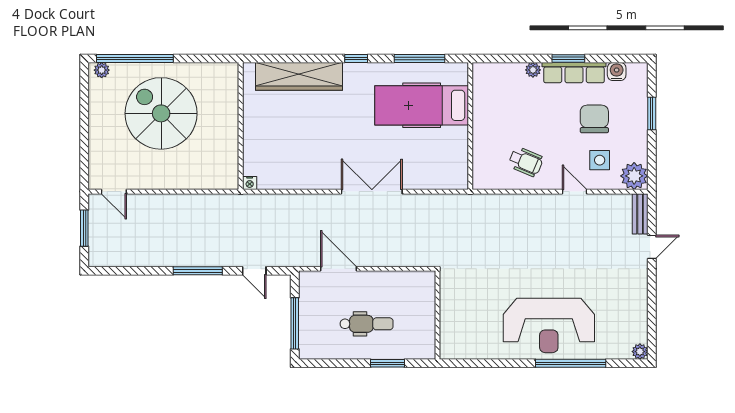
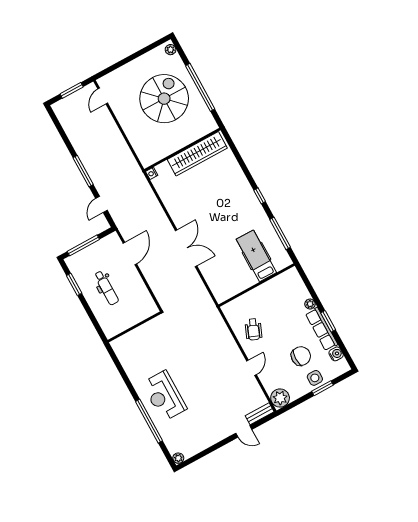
window: (135, 58) -> (200, 87), moved
wardrobe: (299, 76) -> (197, 154), moved, turned -90
hospital bed: (422, 105) -> (256, 256), width x0.73, depth x0.78
side table: (600, 160) -> (315, 378), moved
reception desk: (549, 325) -> (164, 396), width x0.74, depth x0.77
window: (387, 363) -> (74, 284), moved

